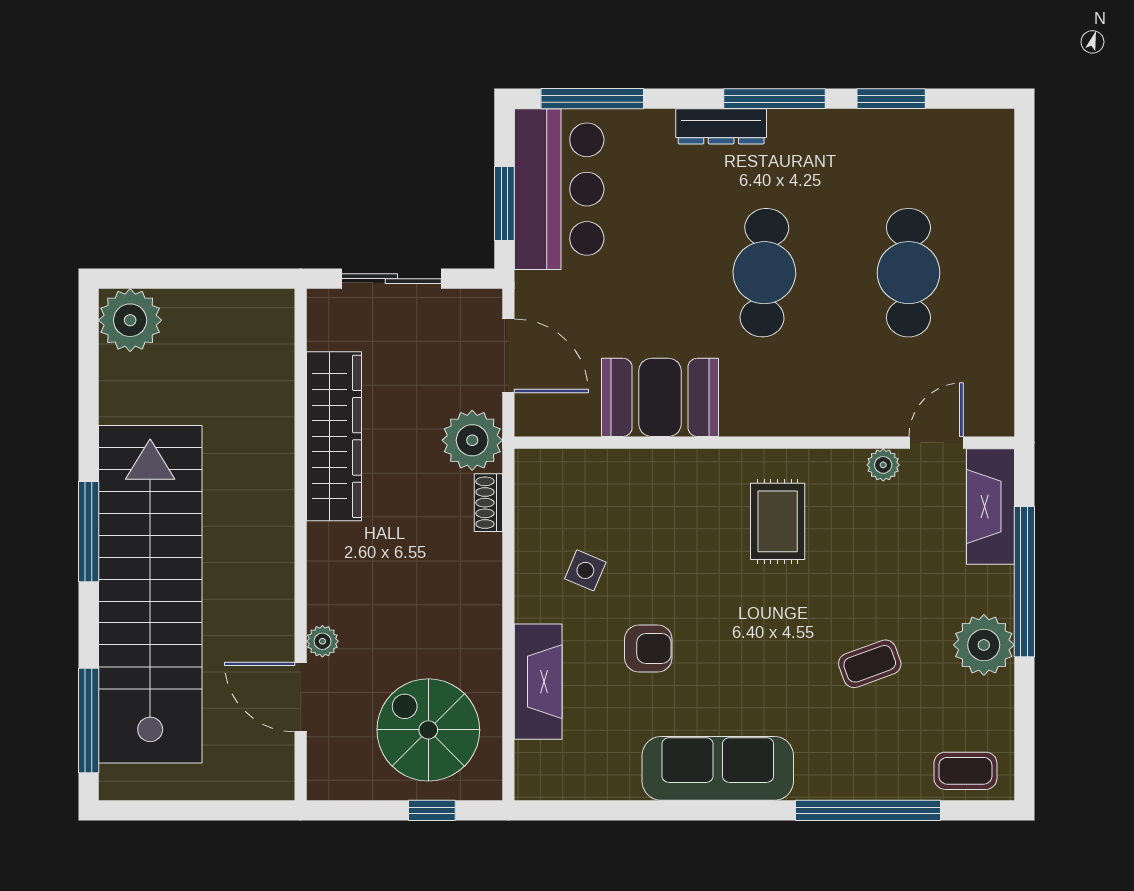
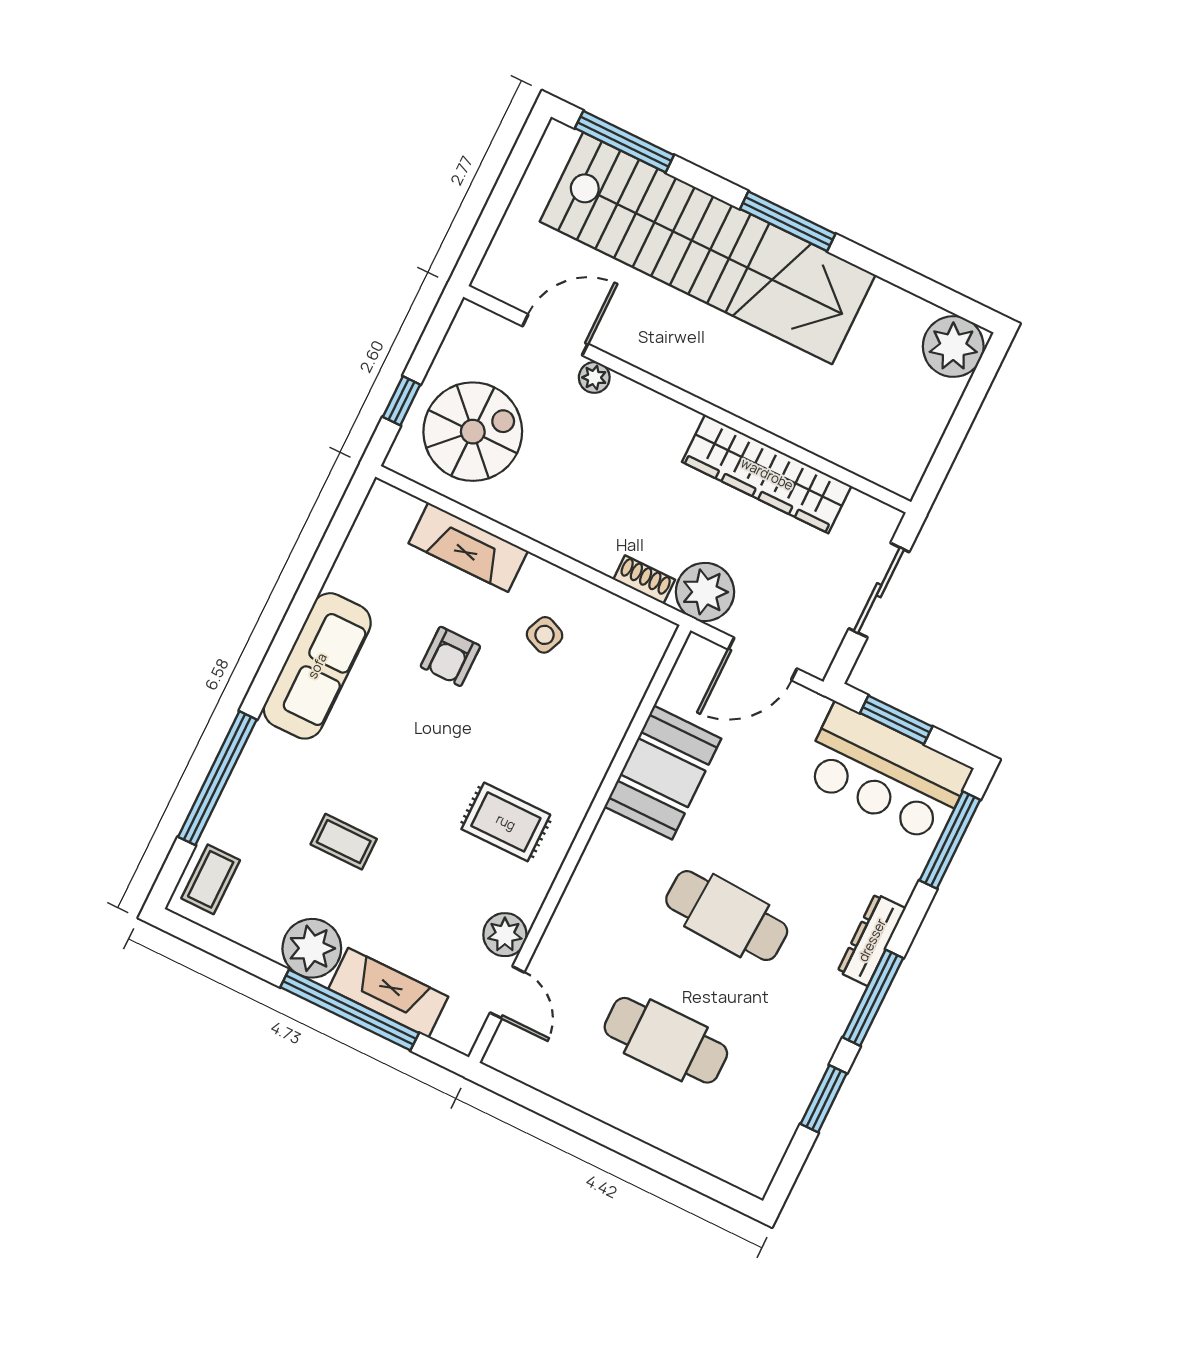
plant: (883, 465) -> (505, 935), width x1.38, depth x1.38
fireplace: (990, 507) -> (388, 993), moved
coffee table: (870, 664) -> (344, 842), turned -70

